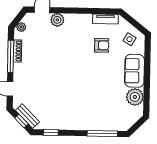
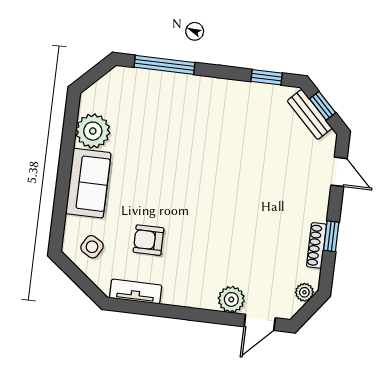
window: (11, 56) -> (331, 236), width x0.46

